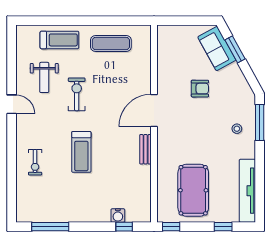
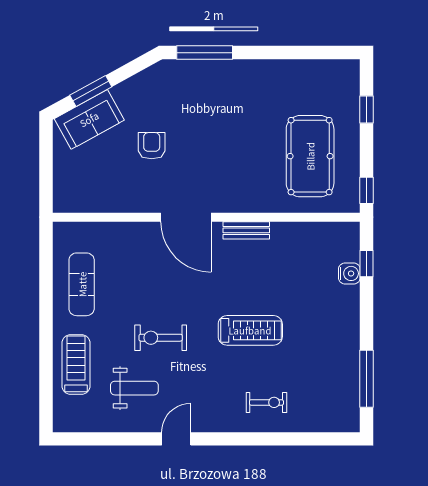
stool: (237, 129) -> (214, 88), removed
pool table: (193, 190) -> (310, 156), turned 90
tv unit: (247, 191) -> (311, 72), removed

